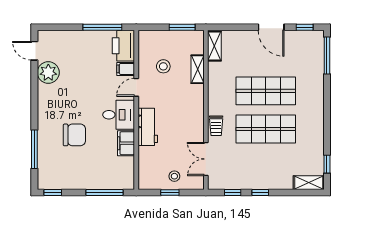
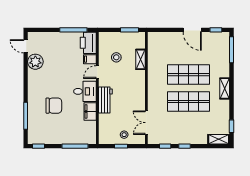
shelving: (214, 46) -> (225, 88), moved
trolley: (216, 126) -> (154, 99), removed

